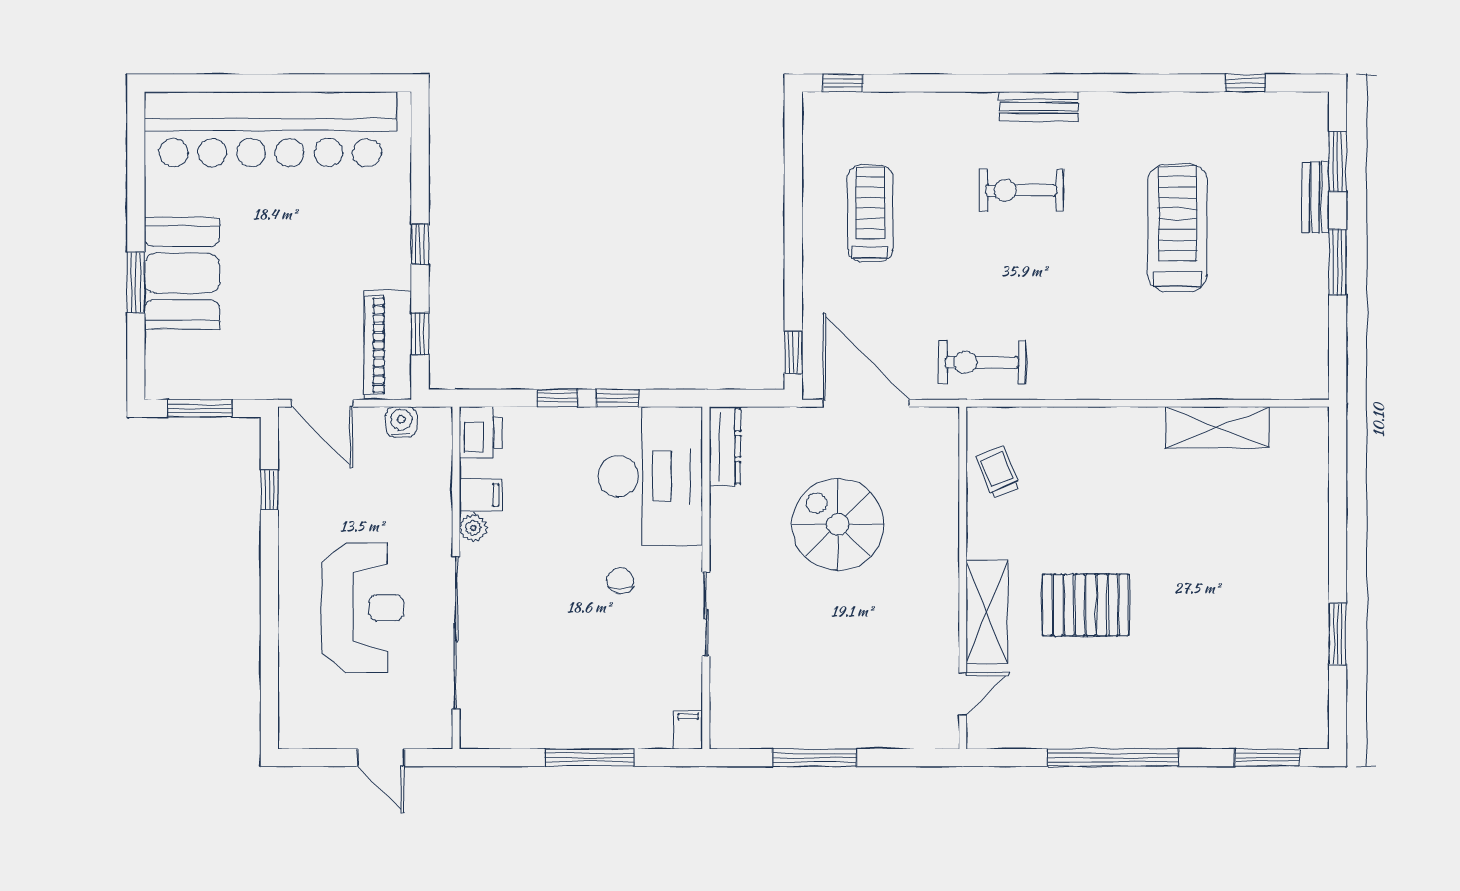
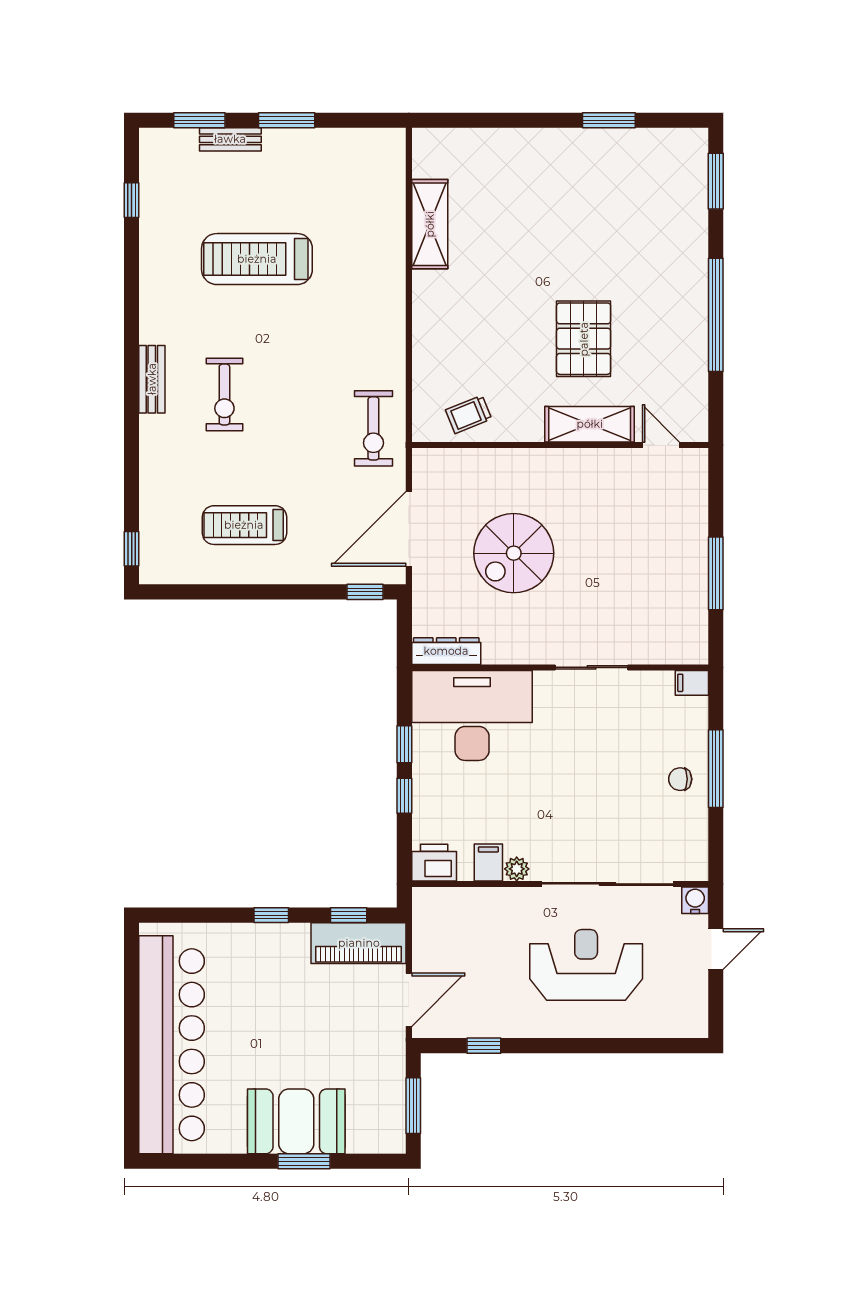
water cooler: (401, 422) -> (695, 900), moved, turned 90
chair: (620, 581) -> (680, 779), moved

